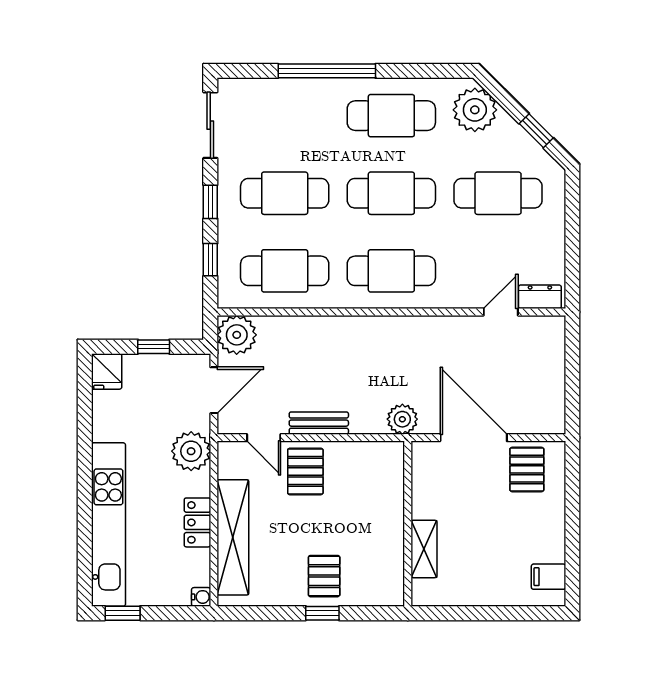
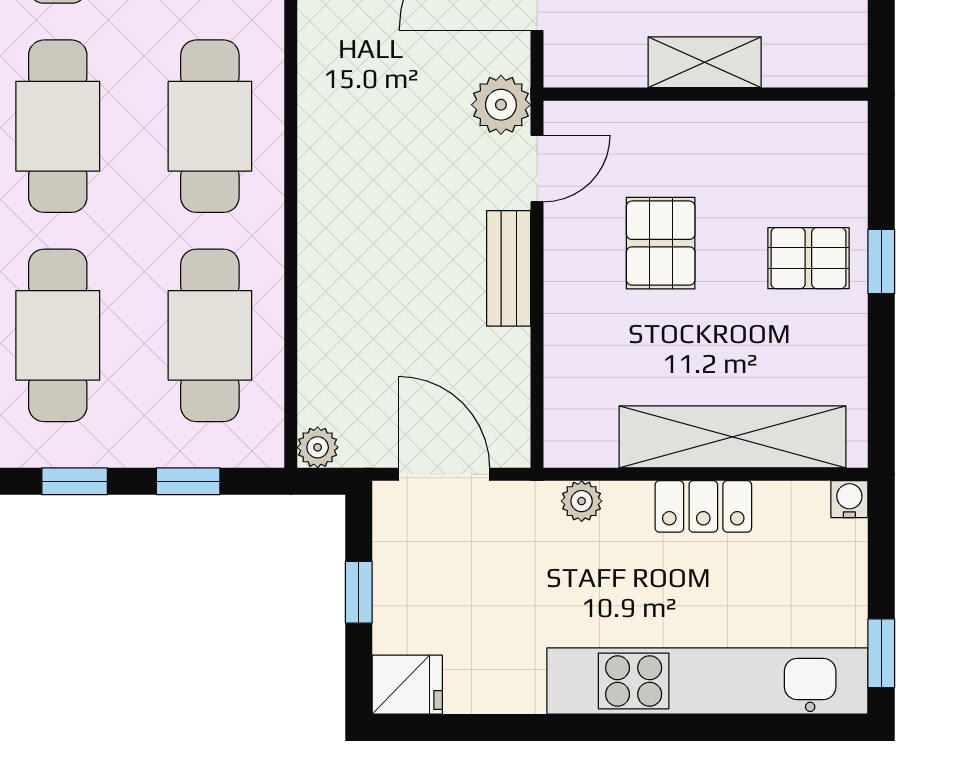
plant: (237, 335) -> (318, 447), width x0.53, depth x0.53
door: (264, 438) -> (537, 169), moved
plant: (191, 451) -> (582, 501), width x0.53, depth x0.53
pallet: (305, 471) -> (661, 243), moved, turned 90
shelving: (424, 549) -> (705, 62), moved

